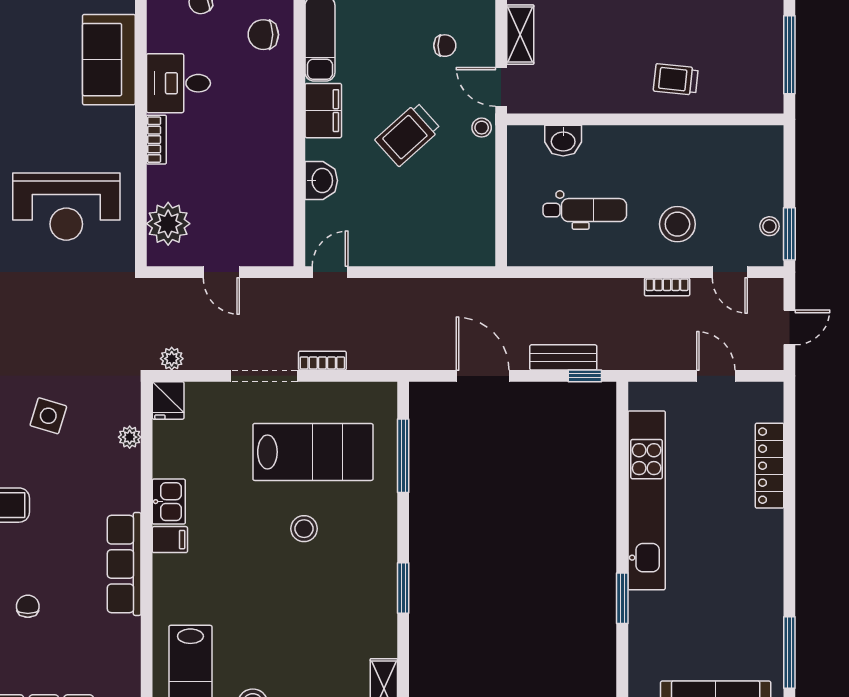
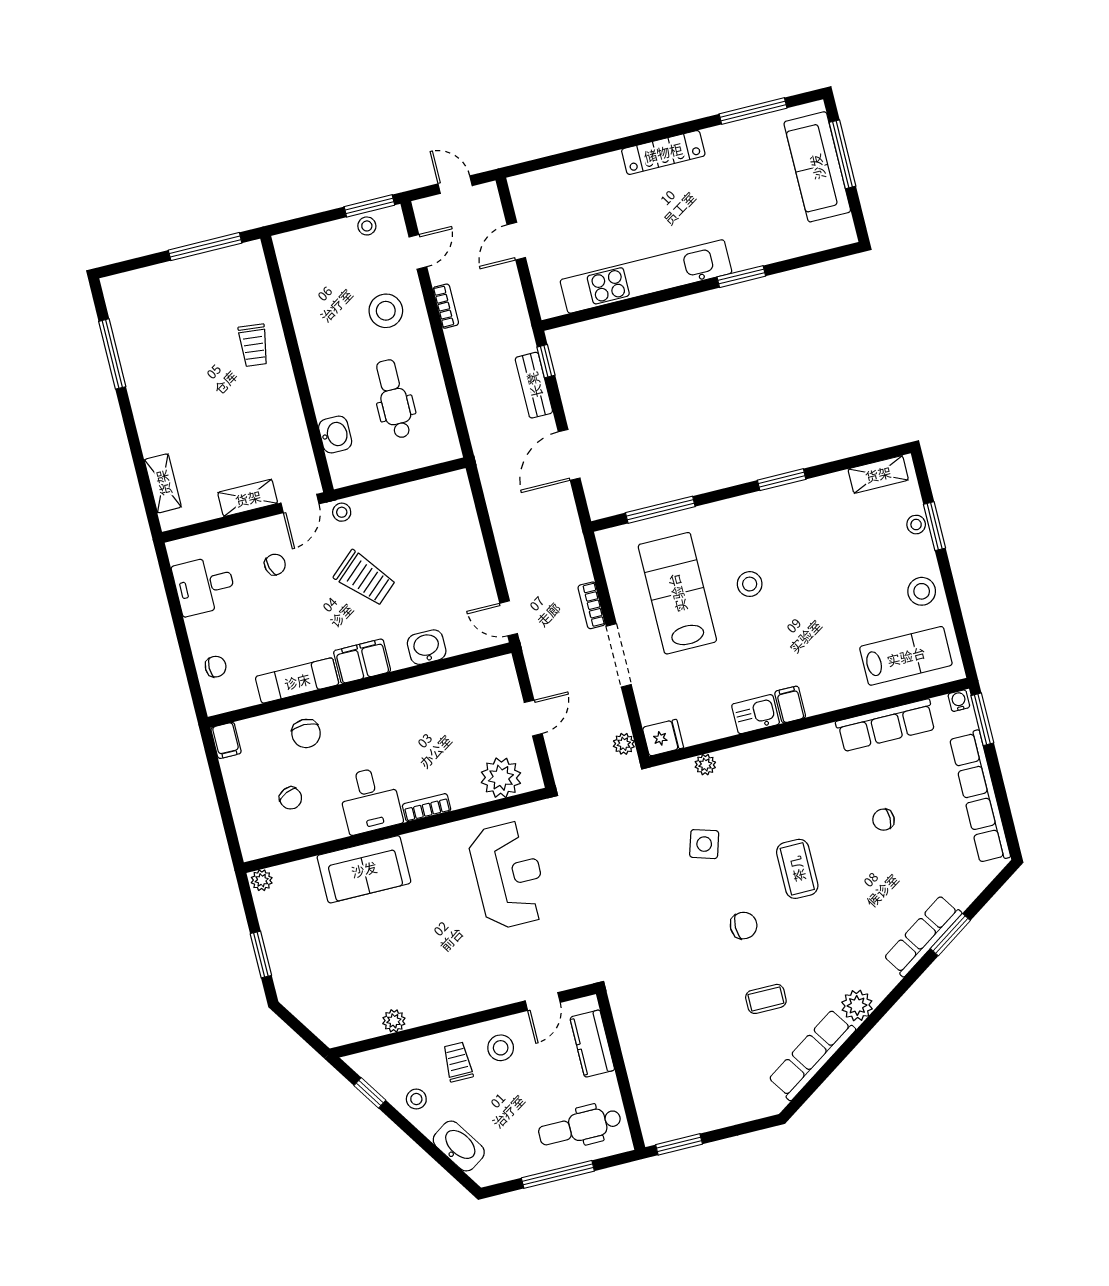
chair: (445, 46) -> (275, 565), turned 74
locker: (770, 466) -> (663, 152), moved
row of seats: (124, 564) -> (886, 725), moved

